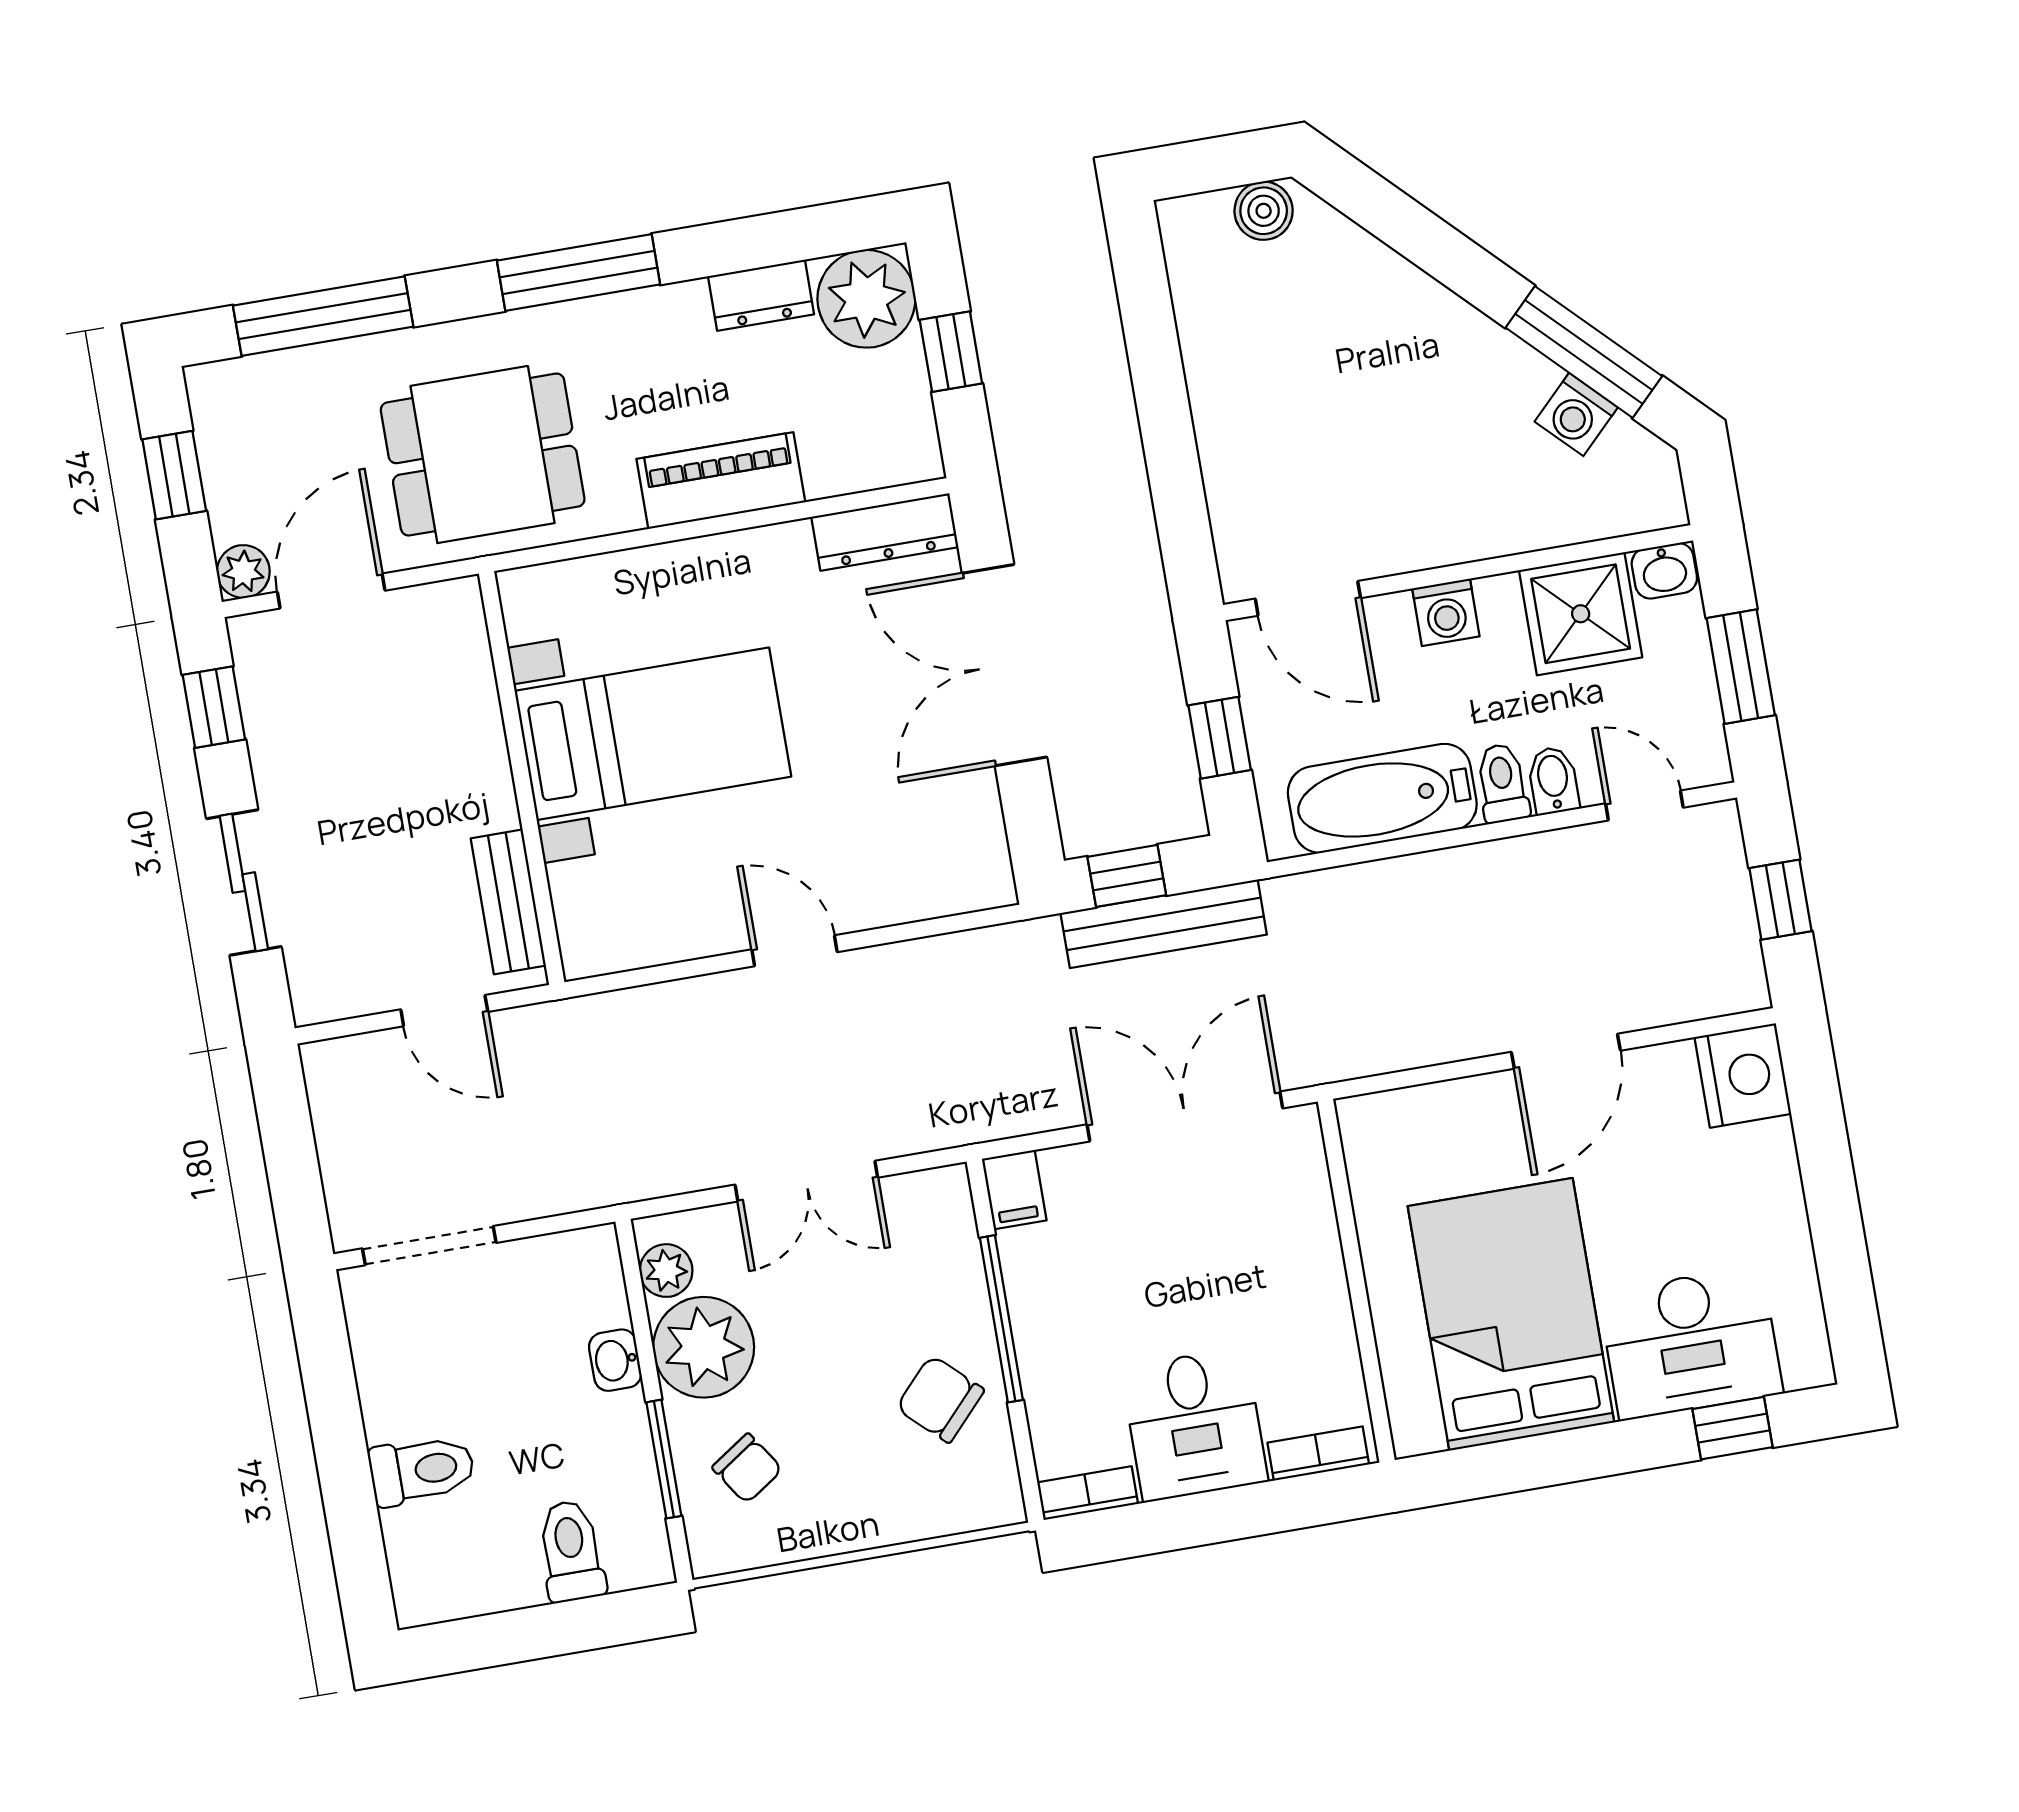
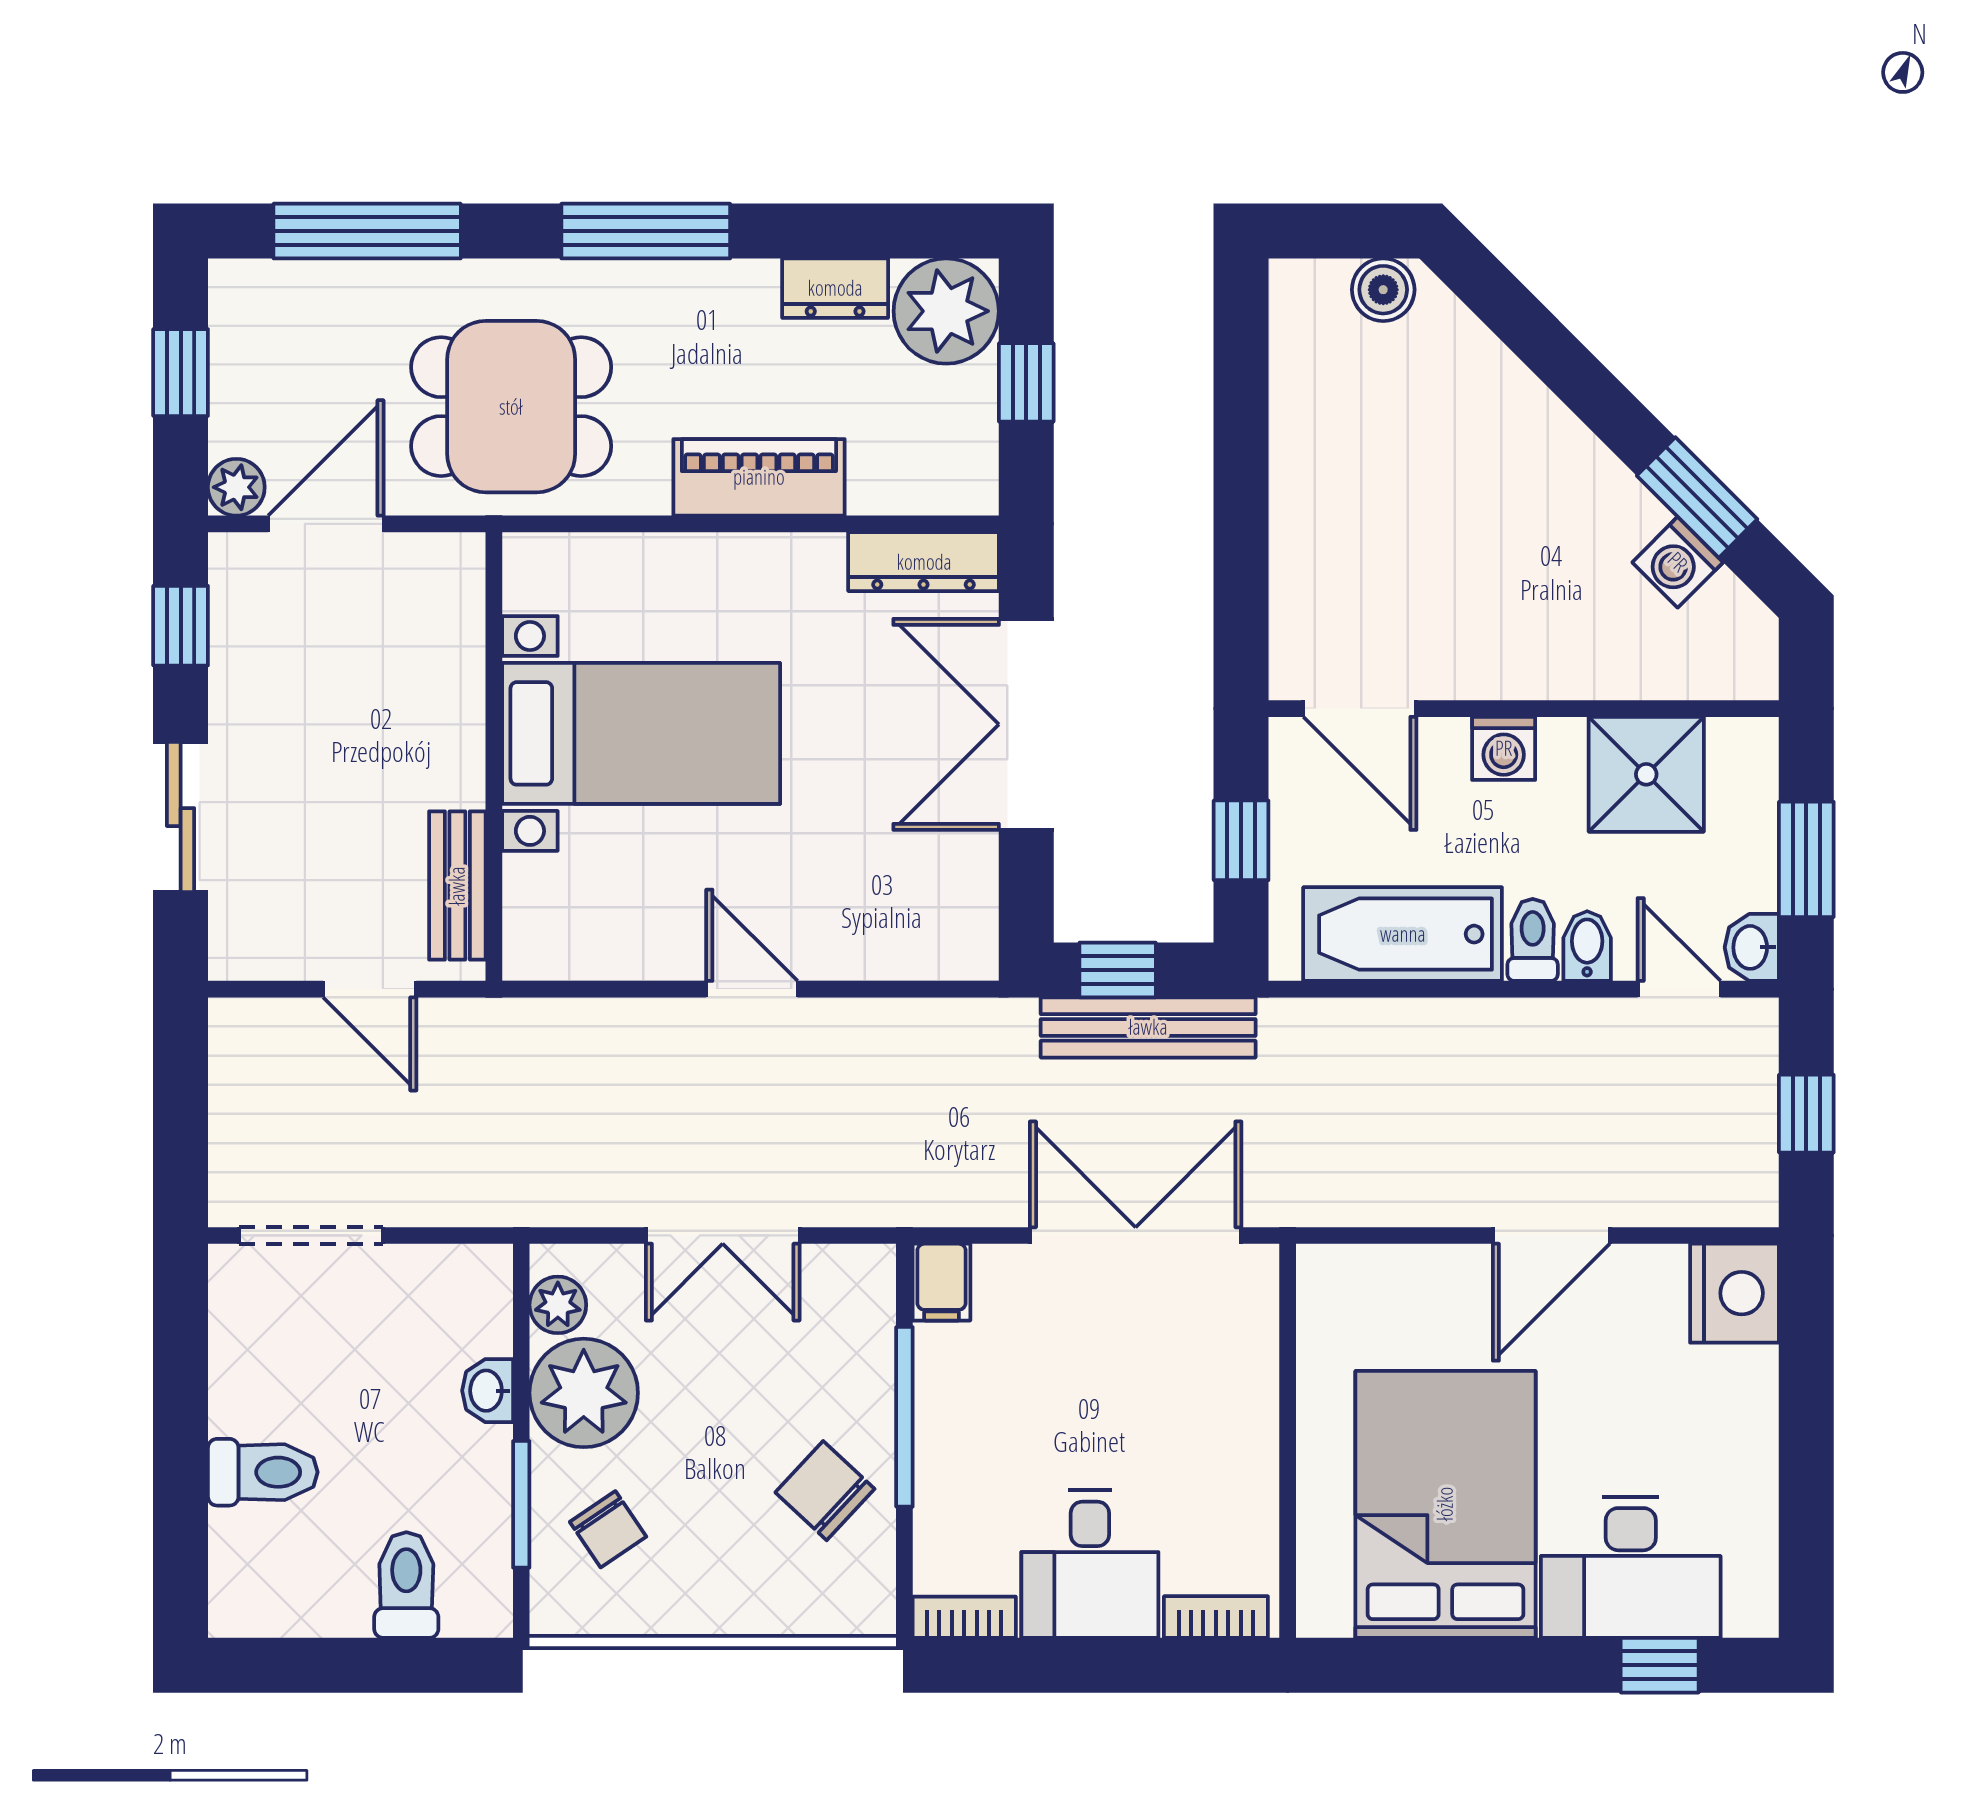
window: (1584, 352) -> (1697, 497), width x0.69
washbasin: (1664, 571) -> (1752, 947), moved, turned 90

